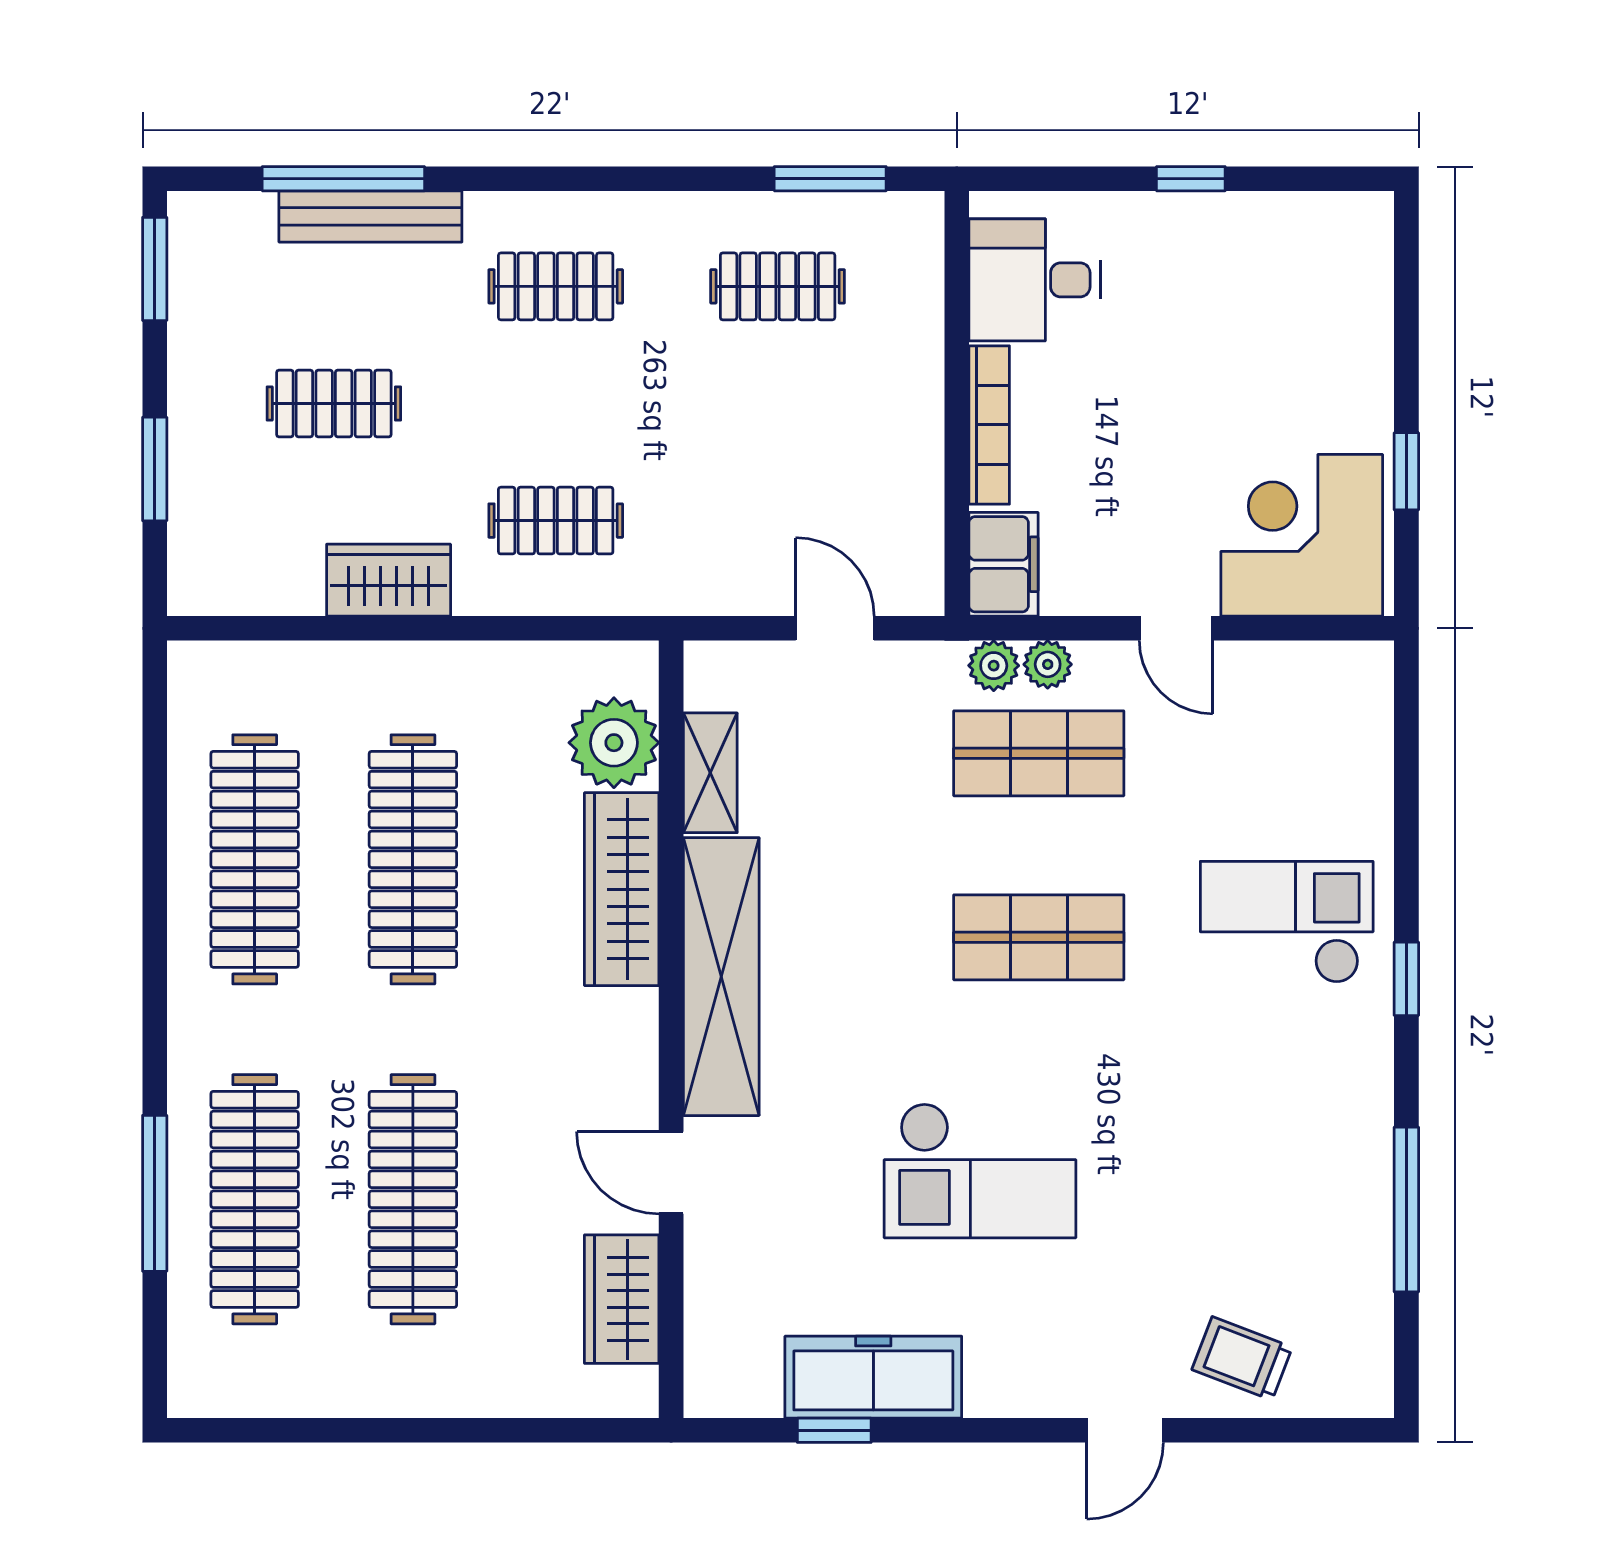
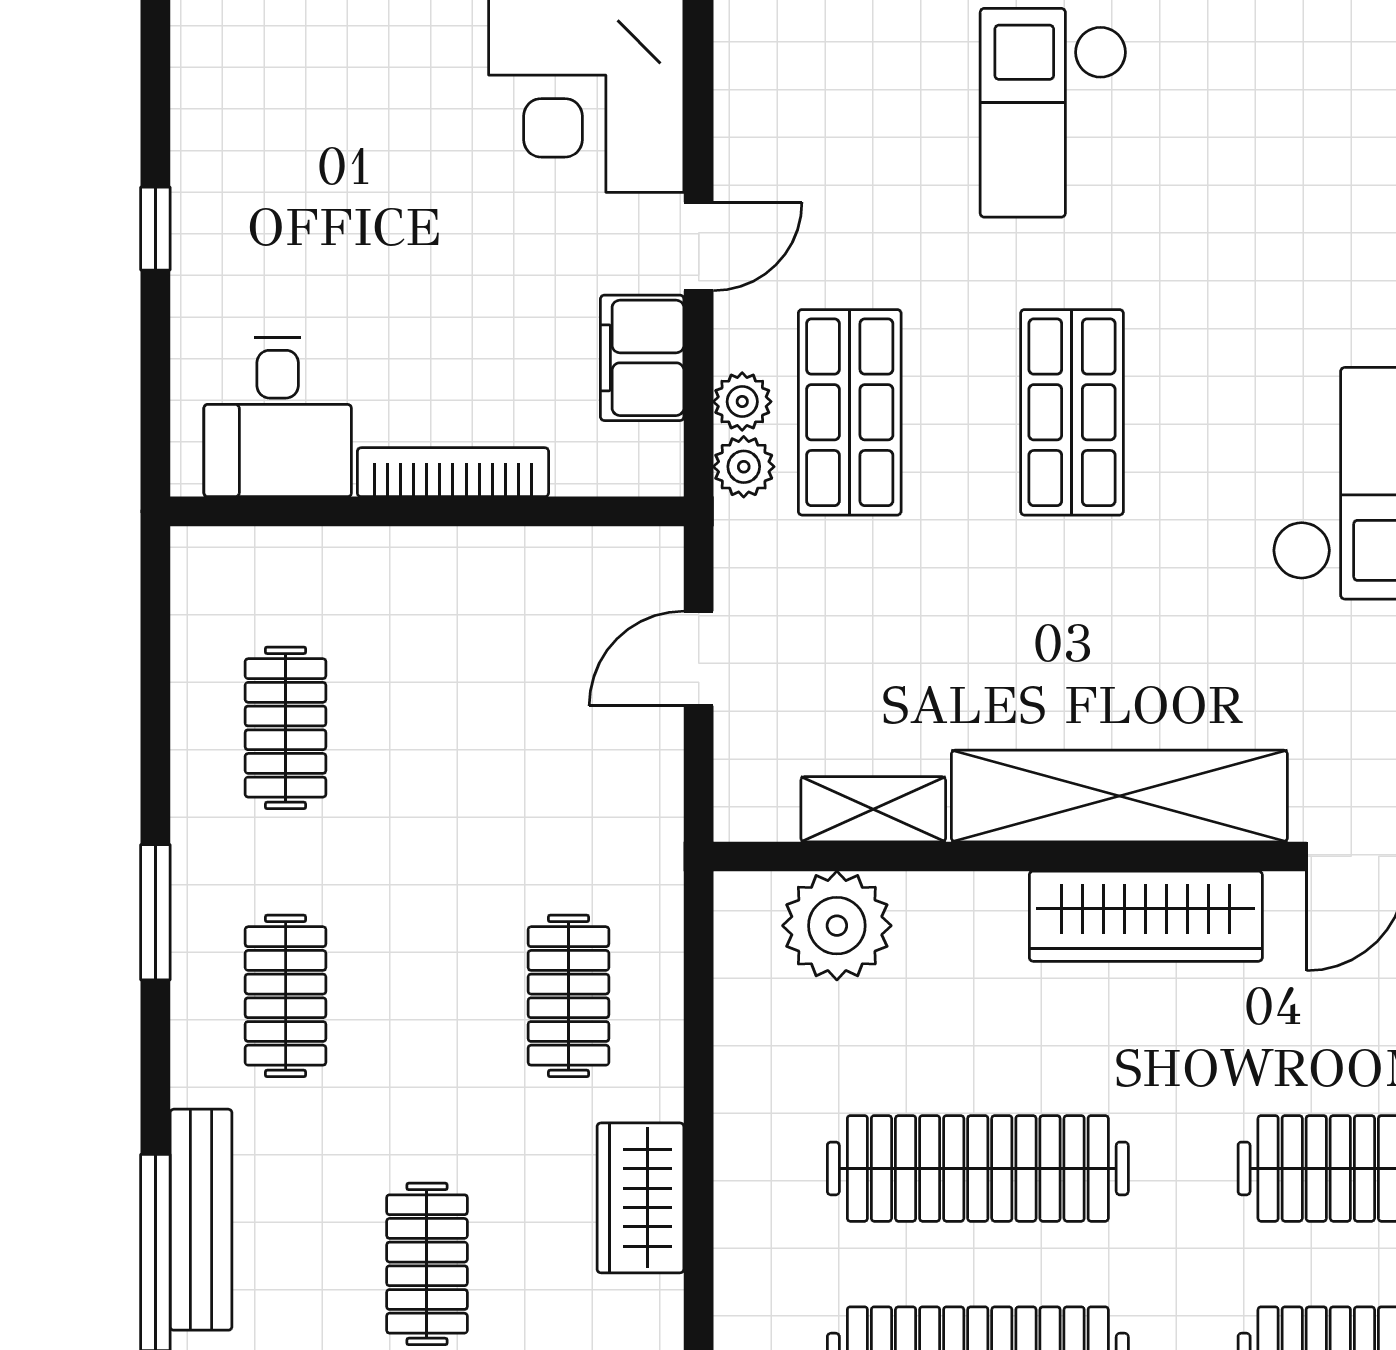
window: (830, 179) -> (155, 912), moved
filing cabinet: (1003, 564) -> (642, 358), moved, turned -90
wardrobe: (622, 889) -> (1146, 916), moved

